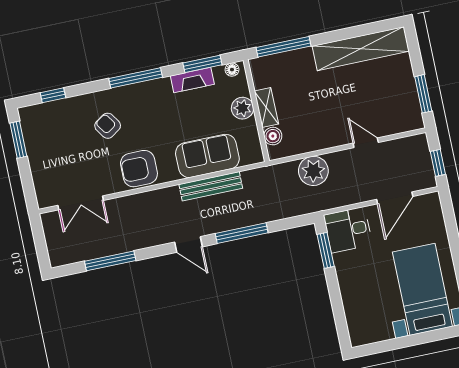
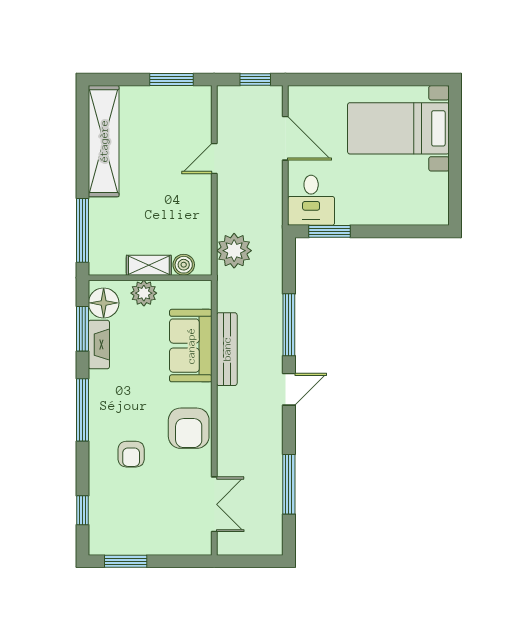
floor lamp: (232, 70) -> (104, 303), width x1.89, depth x1.89
armchair: (108, 126) -> (131, 454), turned -56
plant: (313, 171) -> (234, 251), moved

